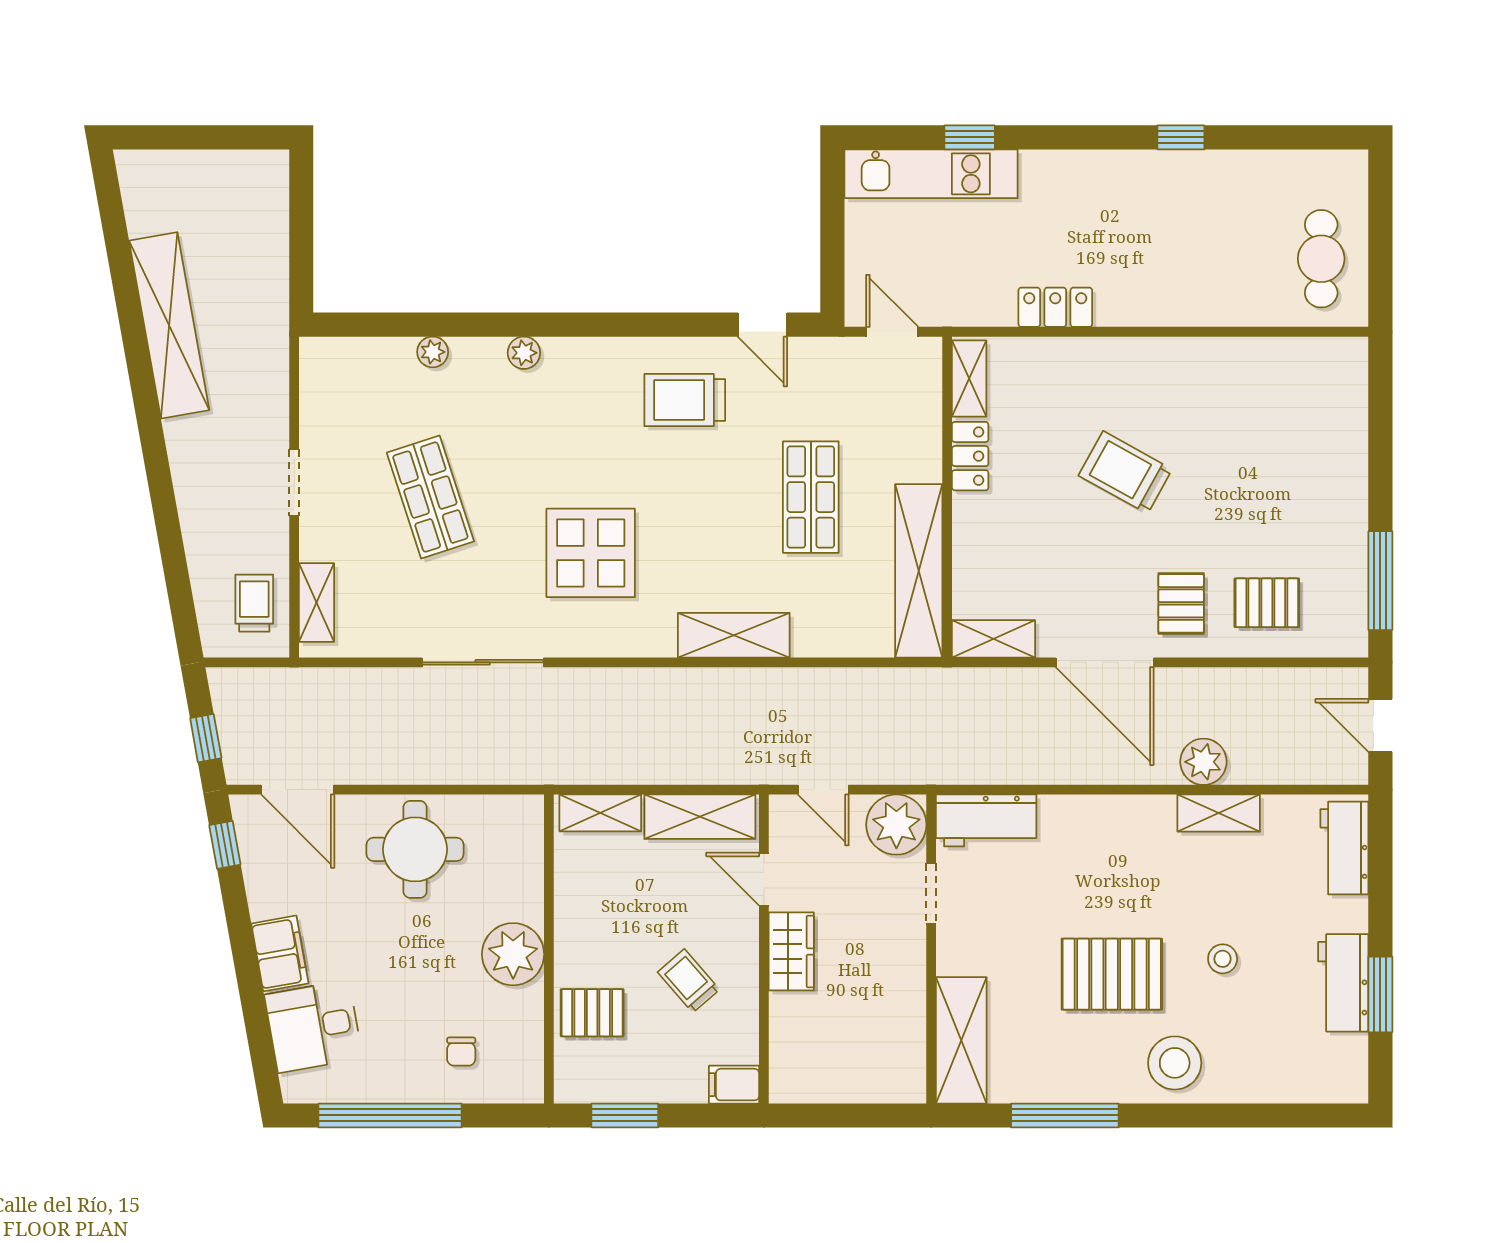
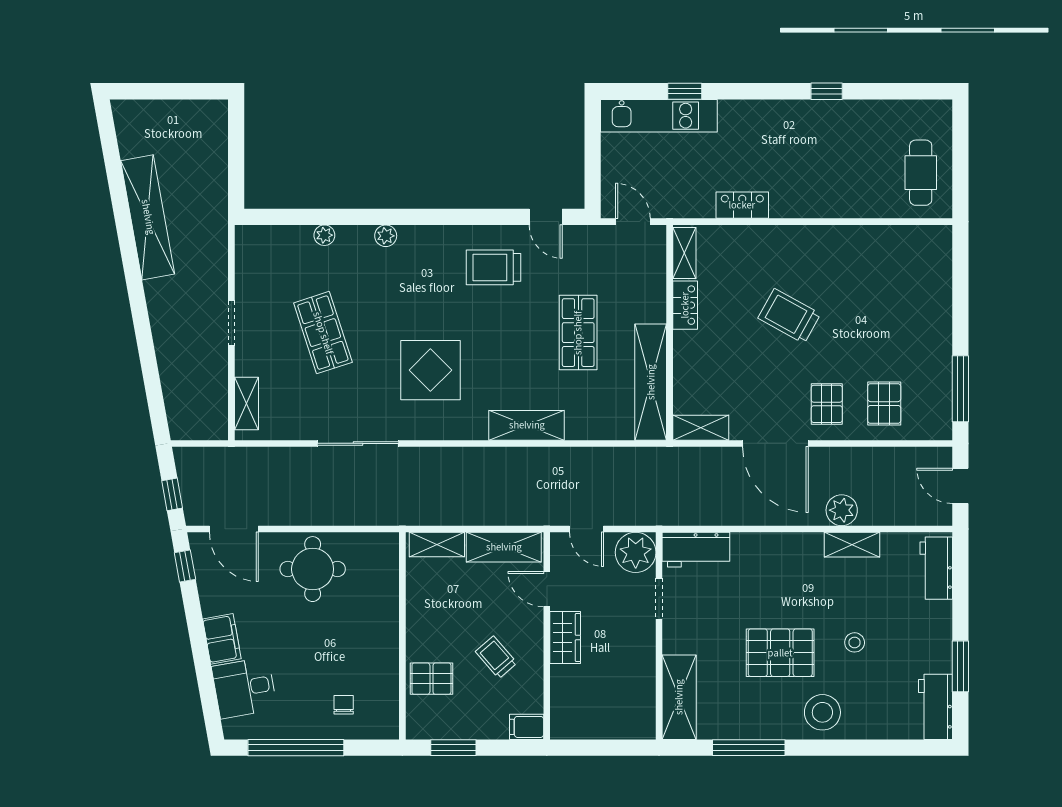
trolley: (254, 603) -> (205, 404), removed
pallet: (1267, 603) -> (884, 404), turned 90
plant: (513, 954) -> (378, 639), removed
workbench: (1343, 983) -> (936, 707), moved
chair: (461, 1052) -> (344, 705), turned 180

